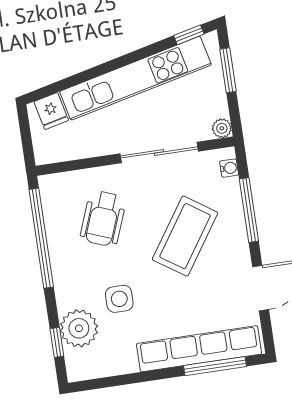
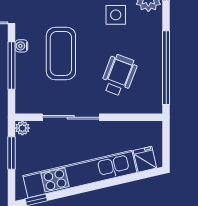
window: (228, 70) -> (12, 153), moved
water cooler: (229, 168) -> (21, 46), moved
coffee table: (185, 236) -> (61, 53), turned -34

